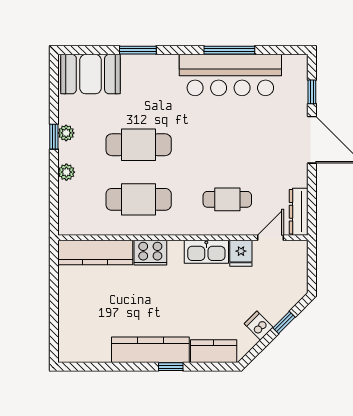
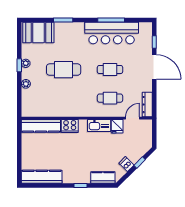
cafe table: (139, 199) -> (110, 70), moved, width x0.73, depth x0.74
kitchen counter: (150, 350) -> (42, 177), moved

